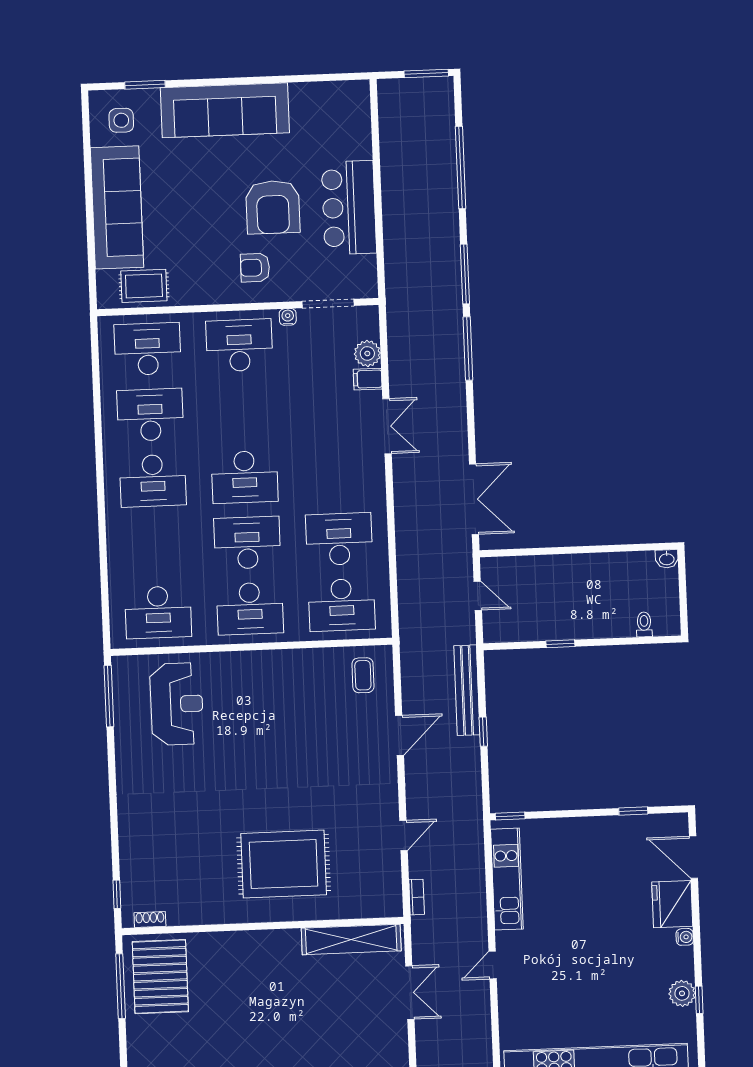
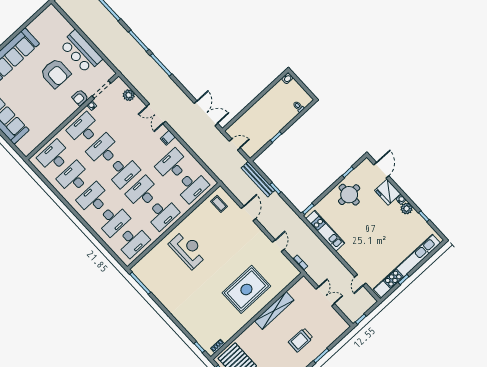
armchair: (255, 268) -> (80, 98), moved
rug: (144, 286) -> (35, 136), removed
filing cabinet: (368, 379) -> (168, 138), moved
desk: (242, 411) -> (103, 150), added
double door: (387, 426) -> (156, 114), swing flipped
desk: (153, 481) -> (93, 199), turned 180
desk: (155, 546) -> (113, 220), added
reception desk: (177, 704) -> (188, 250), moved
round table: (602, 852) -> (349, 195), added
door: (693, 857) -> (381, 170), swing flipped
shelving: (351, 940) -> (274, 310), moved
door: (493, 965) -> (360, 280), moved
plant: (682, 993) -> (407, 209), moved
trolley: (303, 1032) -> (301, 340), added

